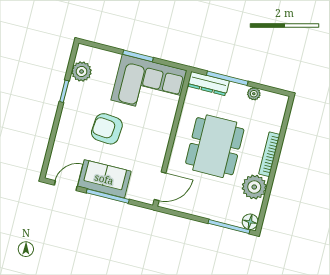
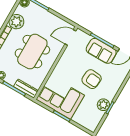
plant: (82, 71) -> (103, 105), moved

